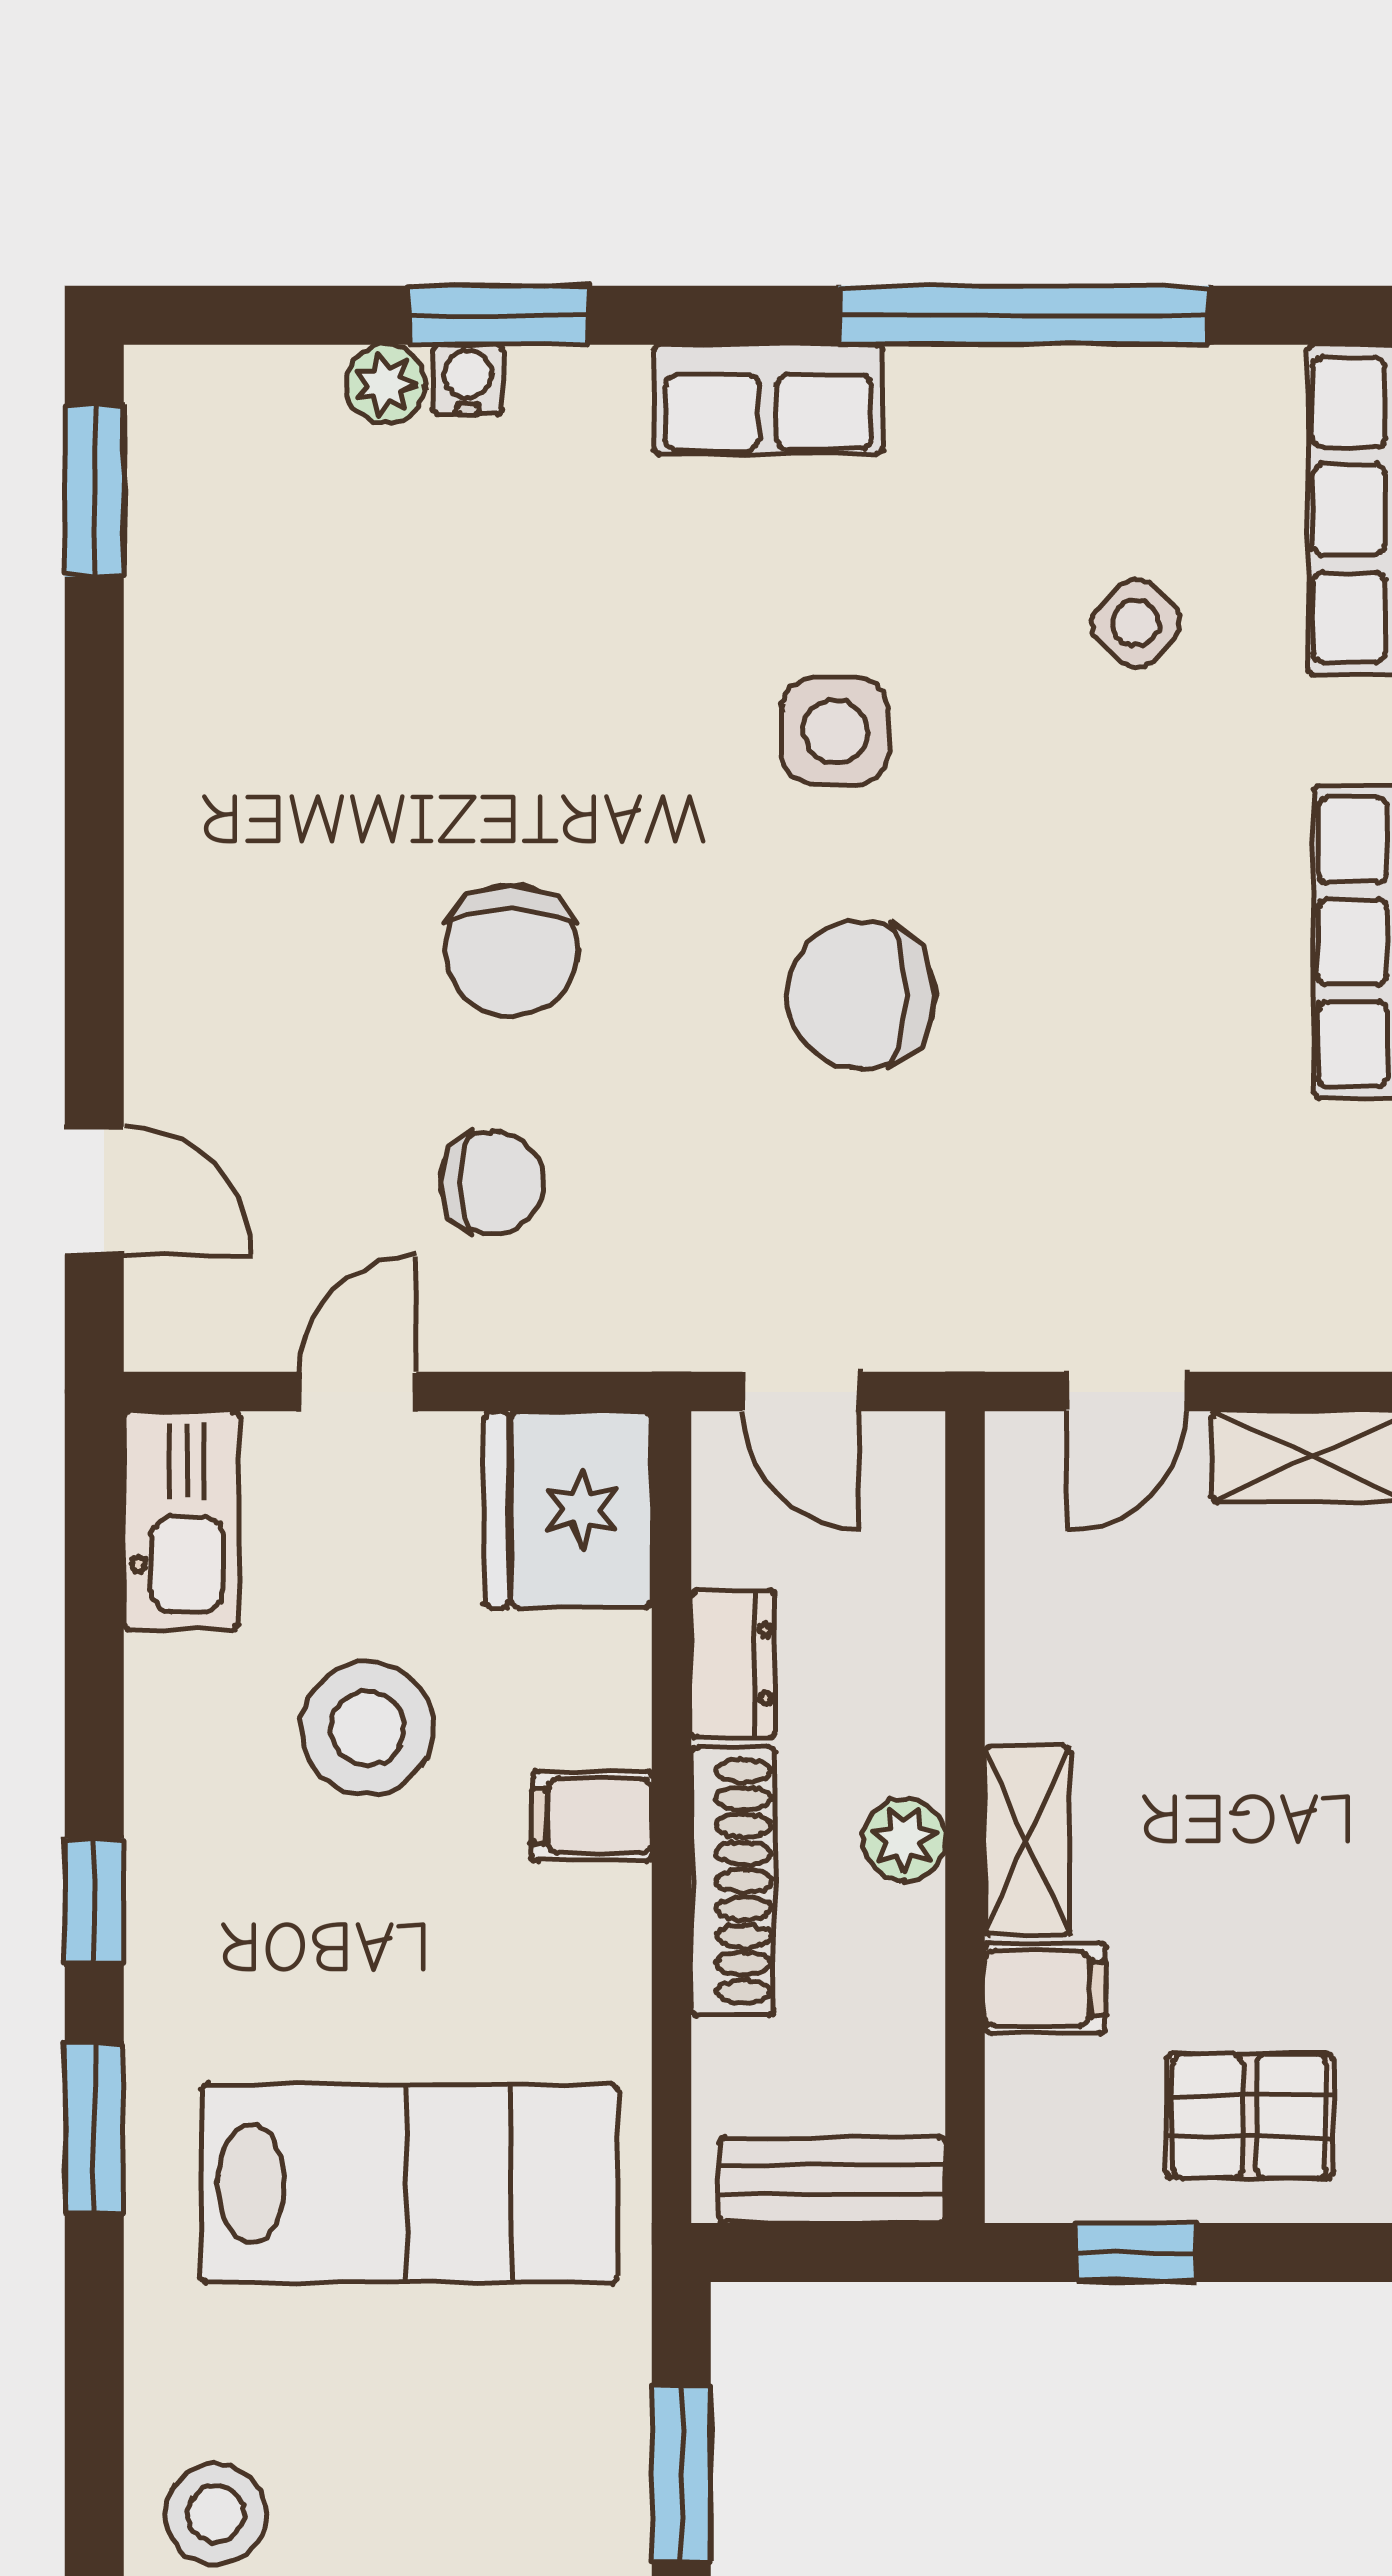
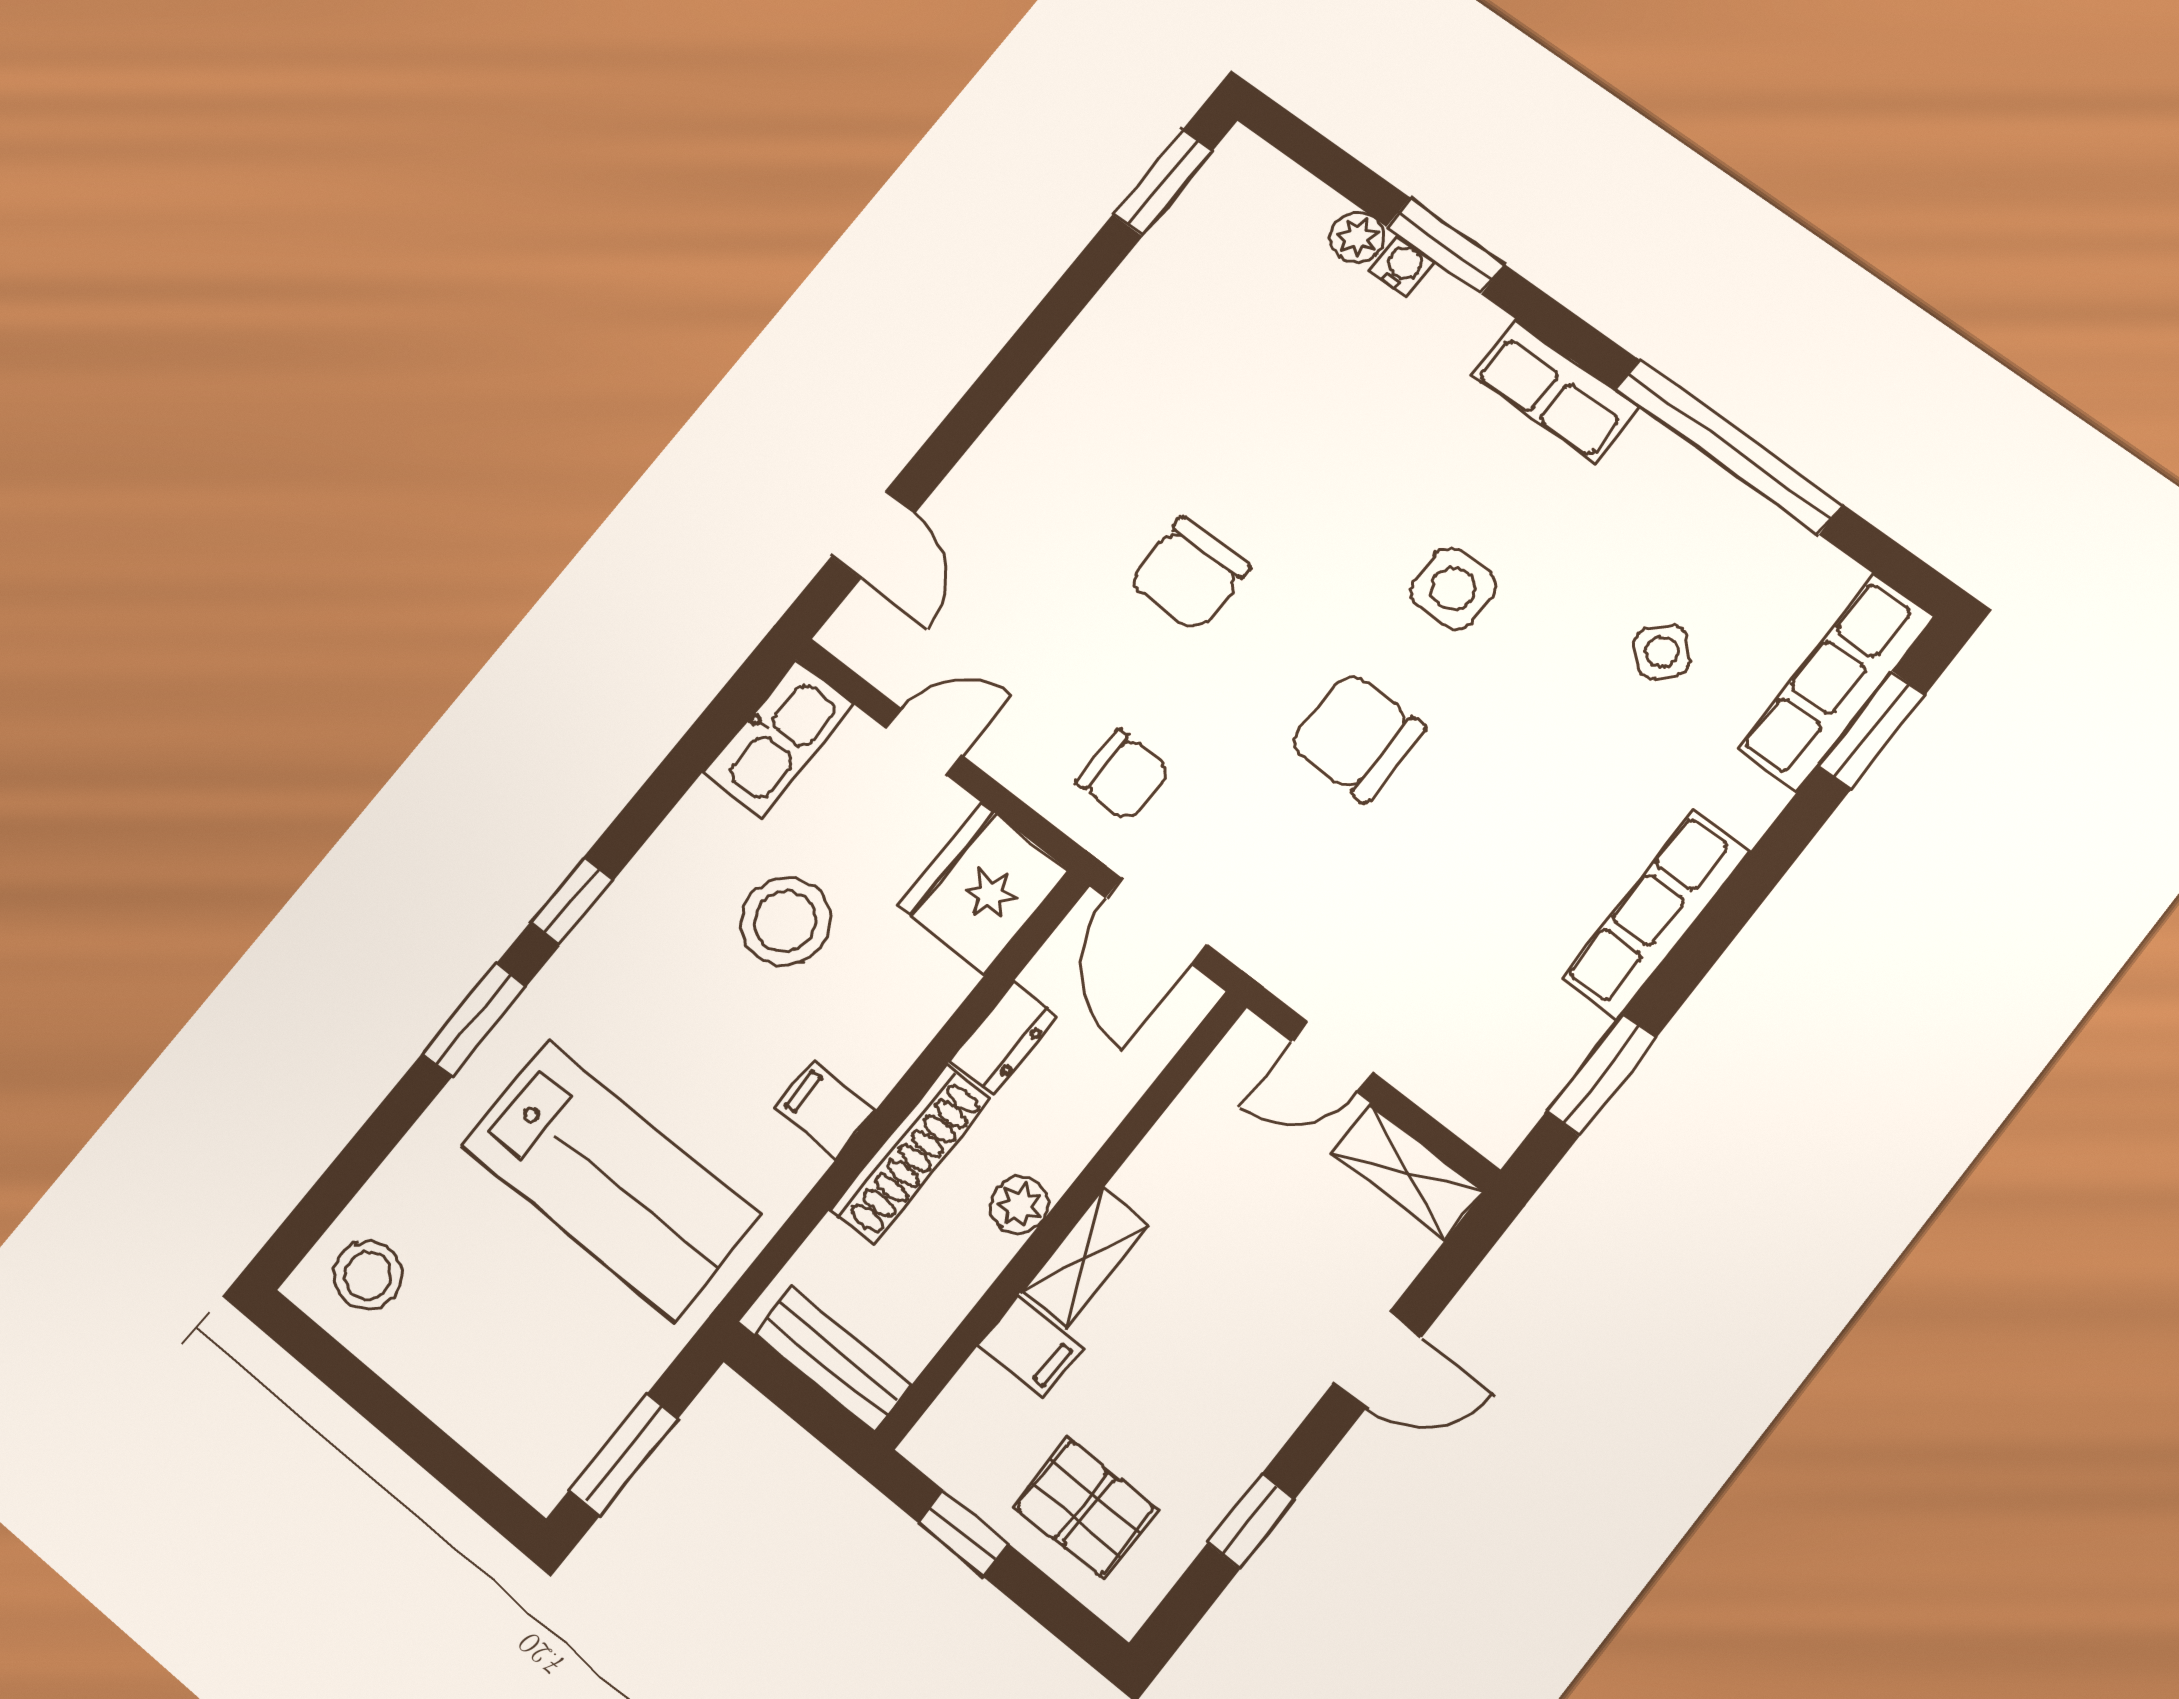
chair: (492, 1182) -> (1123, 776), moved
door: (801, 1392) -> (1156, 921), width x1.37
filing cabinet: (592, 1816) -> (825, 1109), moved

